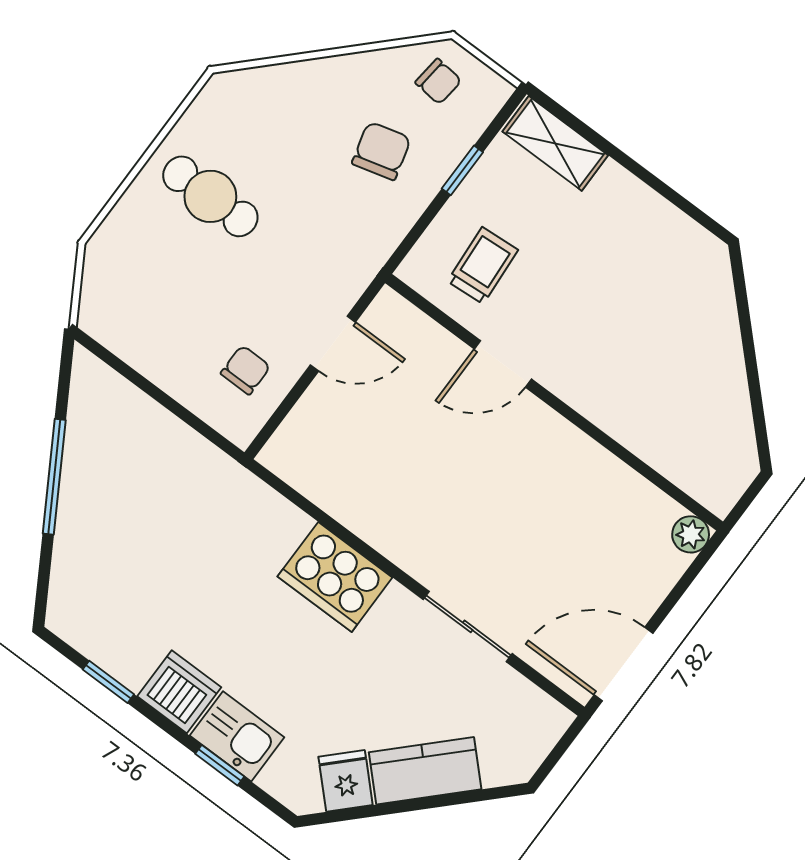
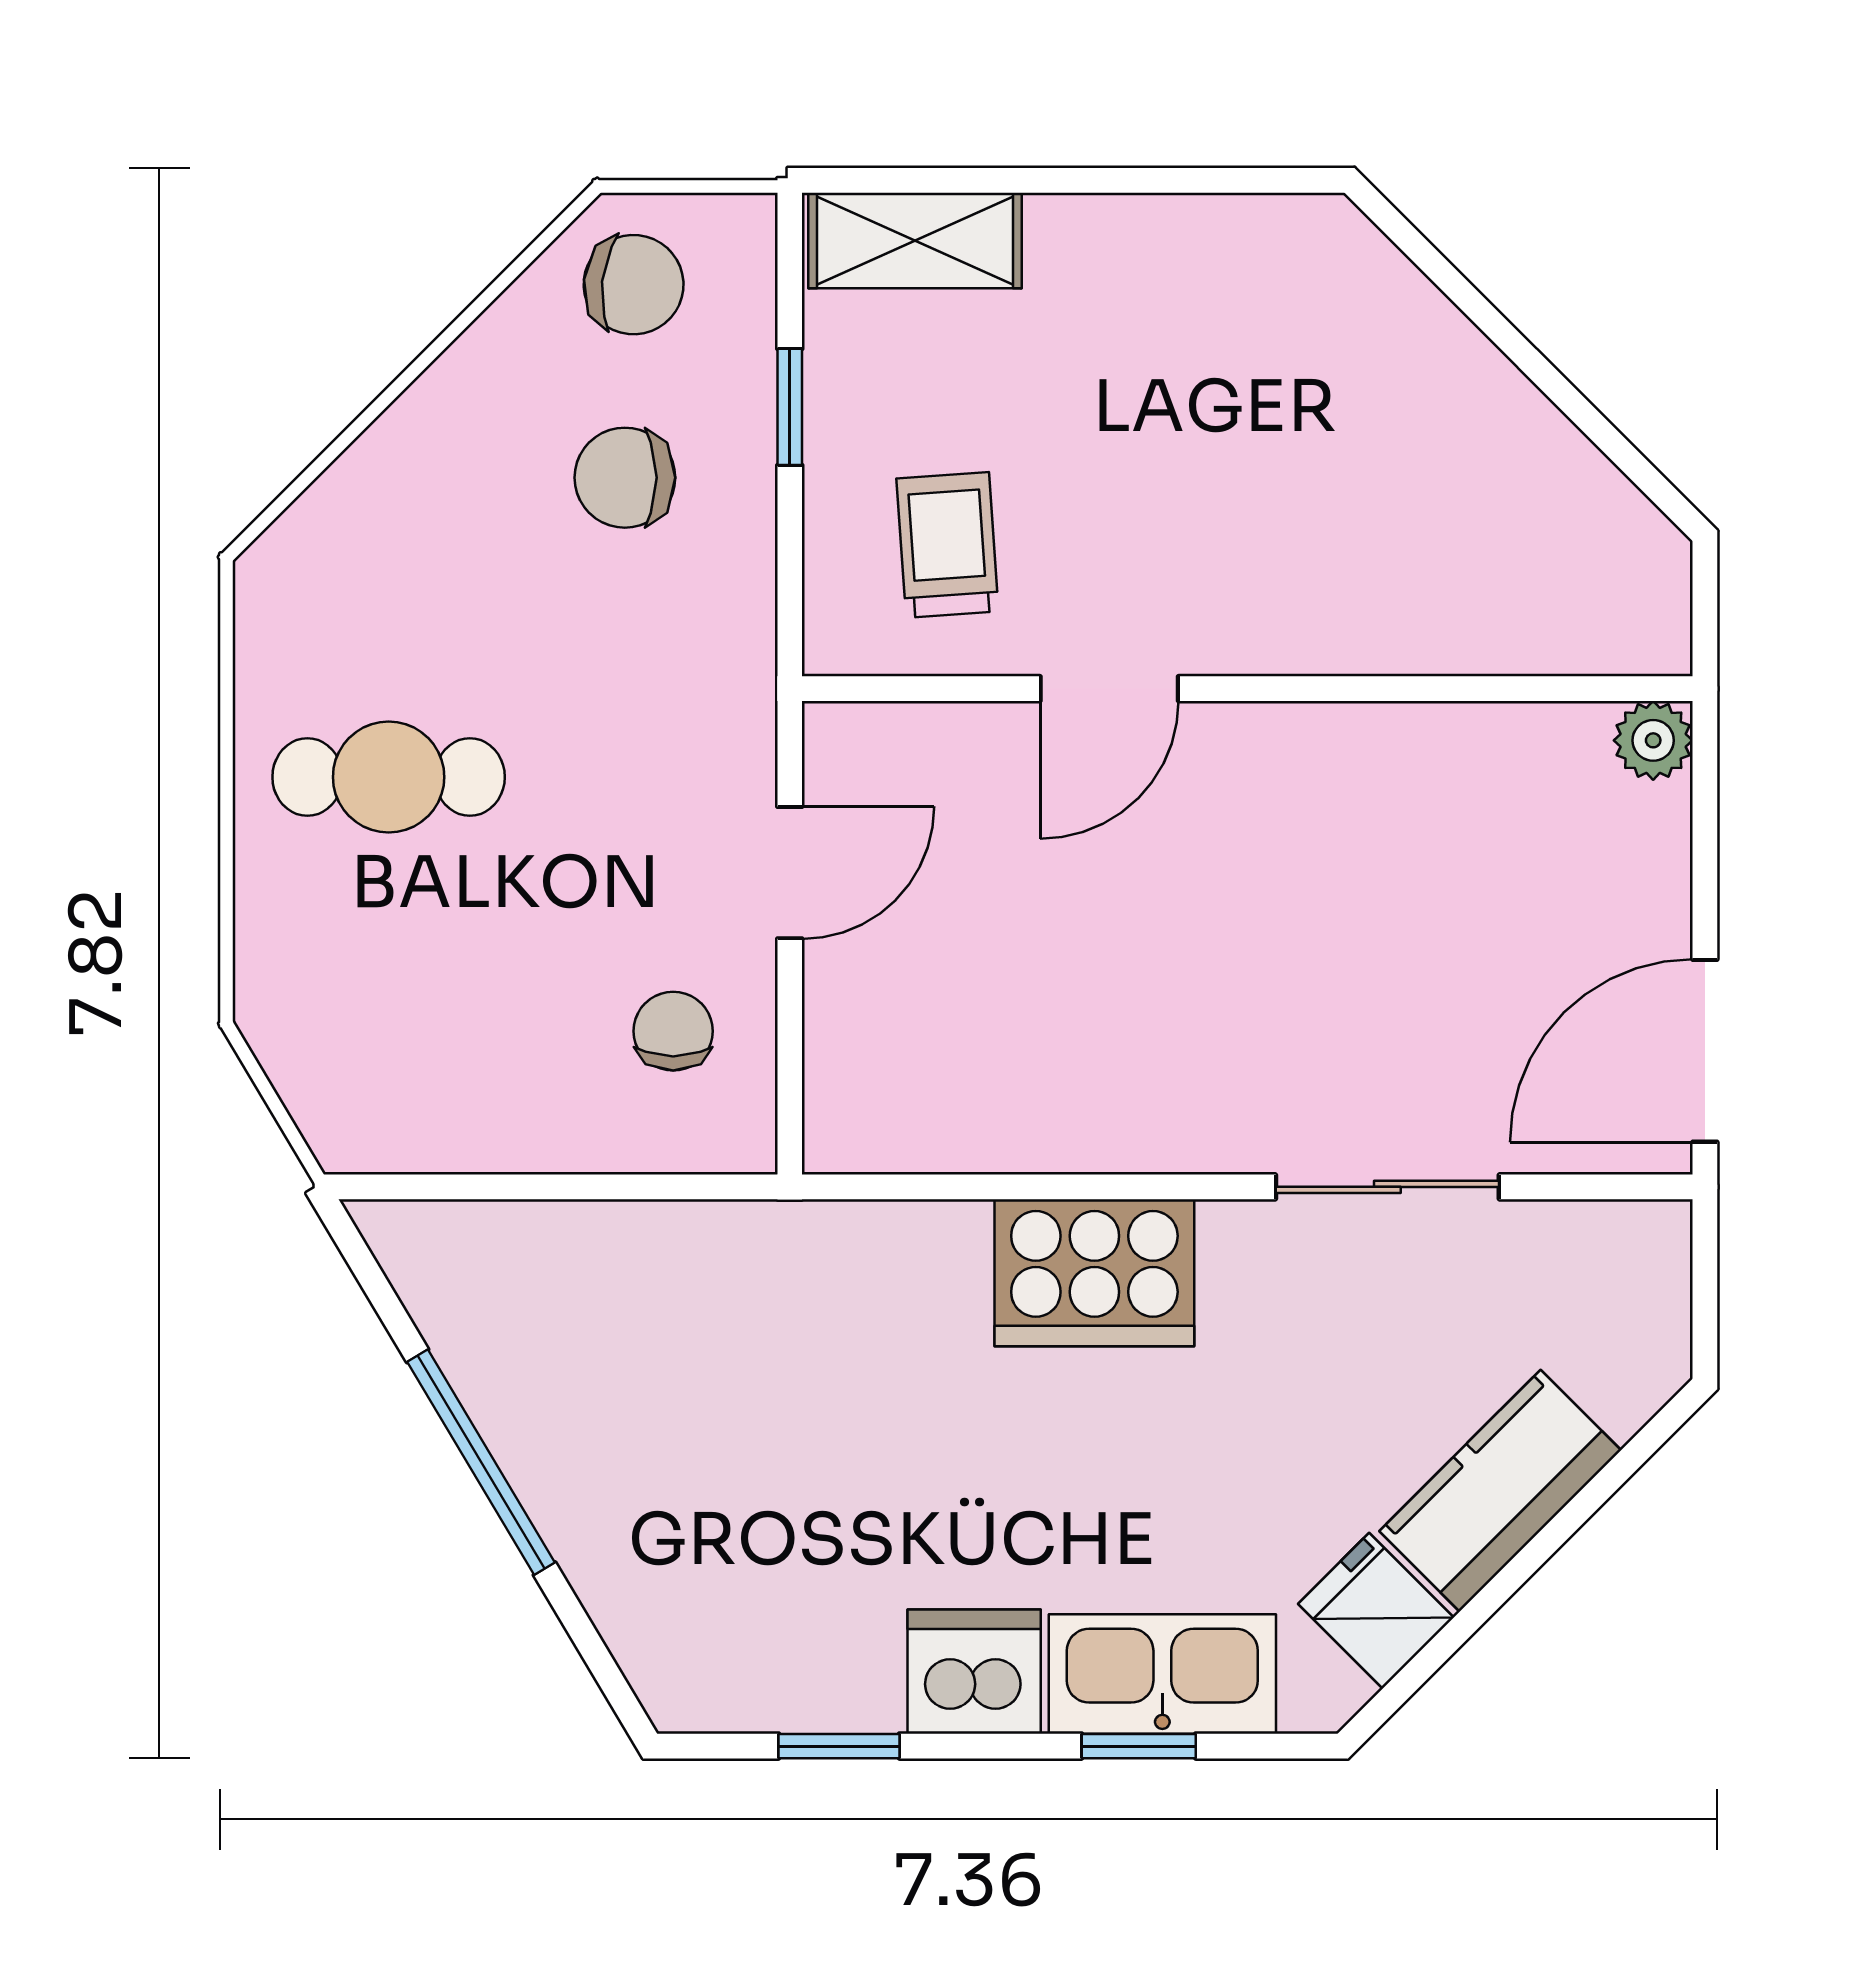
chair: (438, 81) -> (634, 285), width x1.37, depth x1.37
chair: (381, 151) -> (625, 478), turned -75
kitchen sink: (237, 736) -> (1162, 1674), width x1.38

